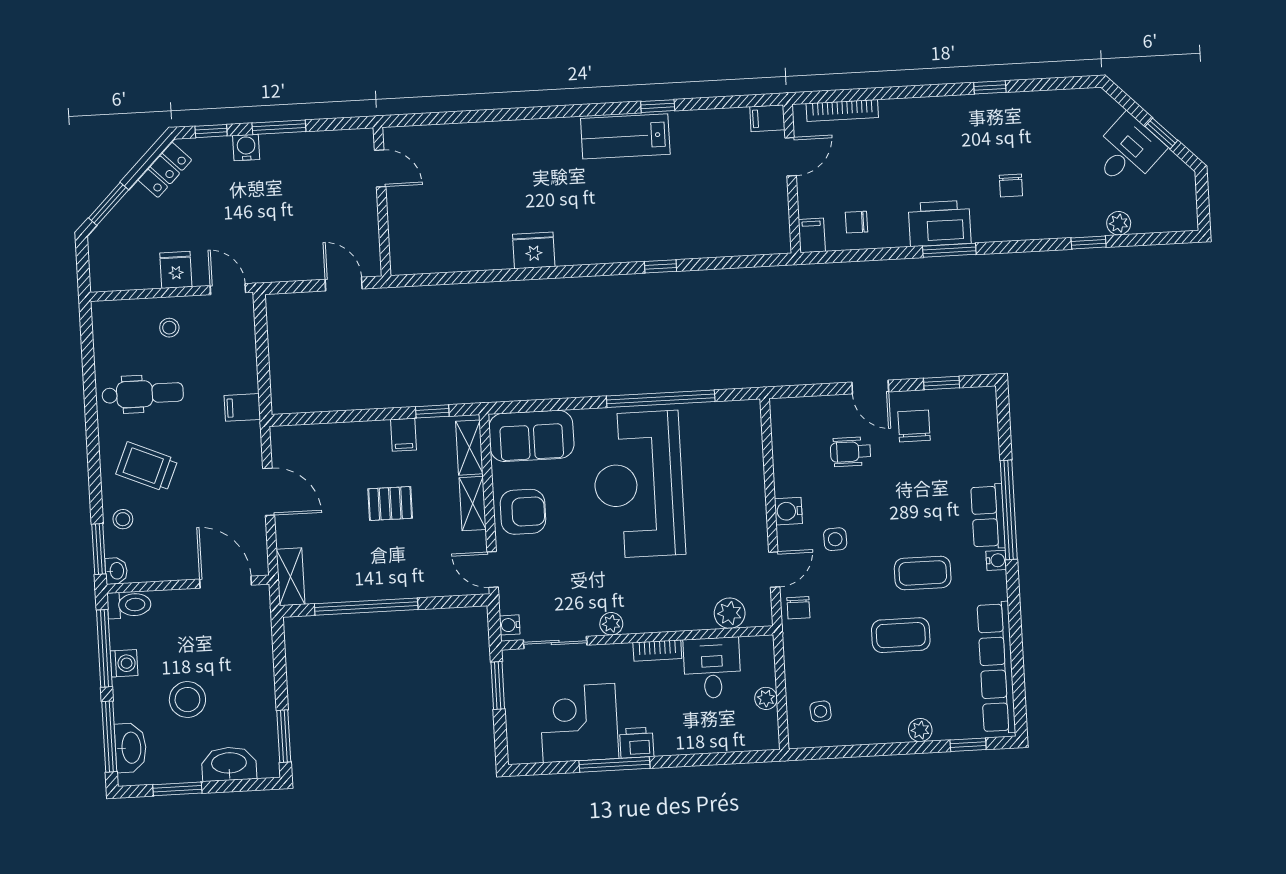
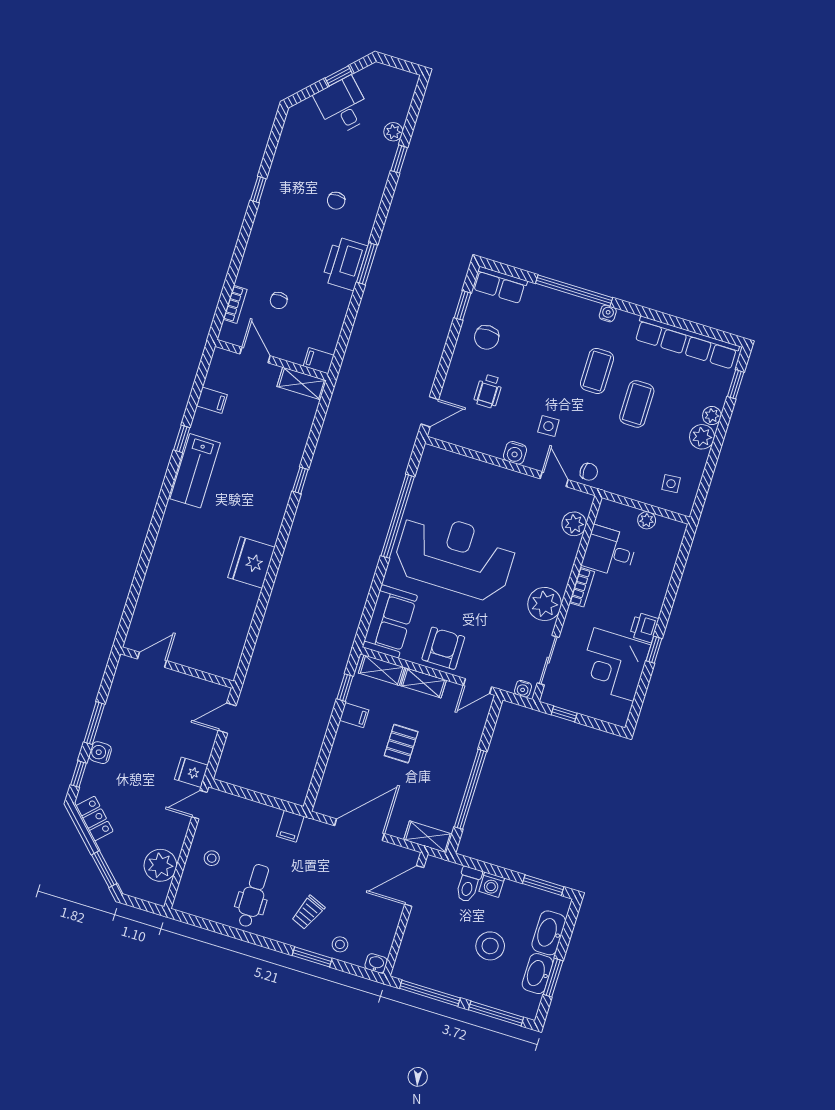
bookcase: (842, 111) -> (235, 304), width x0.64
filing cabinet: (767, 118) -> (212, 400), moved, turned -90
chair: (1011, 185) -> (336, 201), turned 90
chair: (856, 222) -> (279, 300), moved
shelving: (777, 225) -> (302, 383), added
fridge: (534, 250) -> (251, 562), width x1.36, depth x1.34
plant: (138, 269) -> (160, 865), added
fridge: (176, 270) -> (191, 772), moved
door: (870, 387) -> (430, 412), moved
chair: (914, 426) -> (487, 337), turned -90
trolley: (147, 467) -> (308, 913), width x0.73, depth x0.72
reception desk: (639, 485) -> (455, 556), turned 180
door: (269, 492) -> (359, 830), width x1.36
row of seats: (988, 516) -> (500, 285), moved
window: (99, 549) -> (312, 957), moved
toilet: (129, 605) -> (468, 884), moved, turned 180
plant: (611, 624) -> (545, 604), width x1.88, depth x1.88
washing machine: (124, 663) -> (492, 885), moved, turned 180
window: (498, 685) -> (564, 714), width x0.67
plant: (890, 728) -> (702, 437), added
washbasin: (131, 748) -> (537, 974), moved, turned -90
window: (614, 764) -> (654, 650), width x0.46

